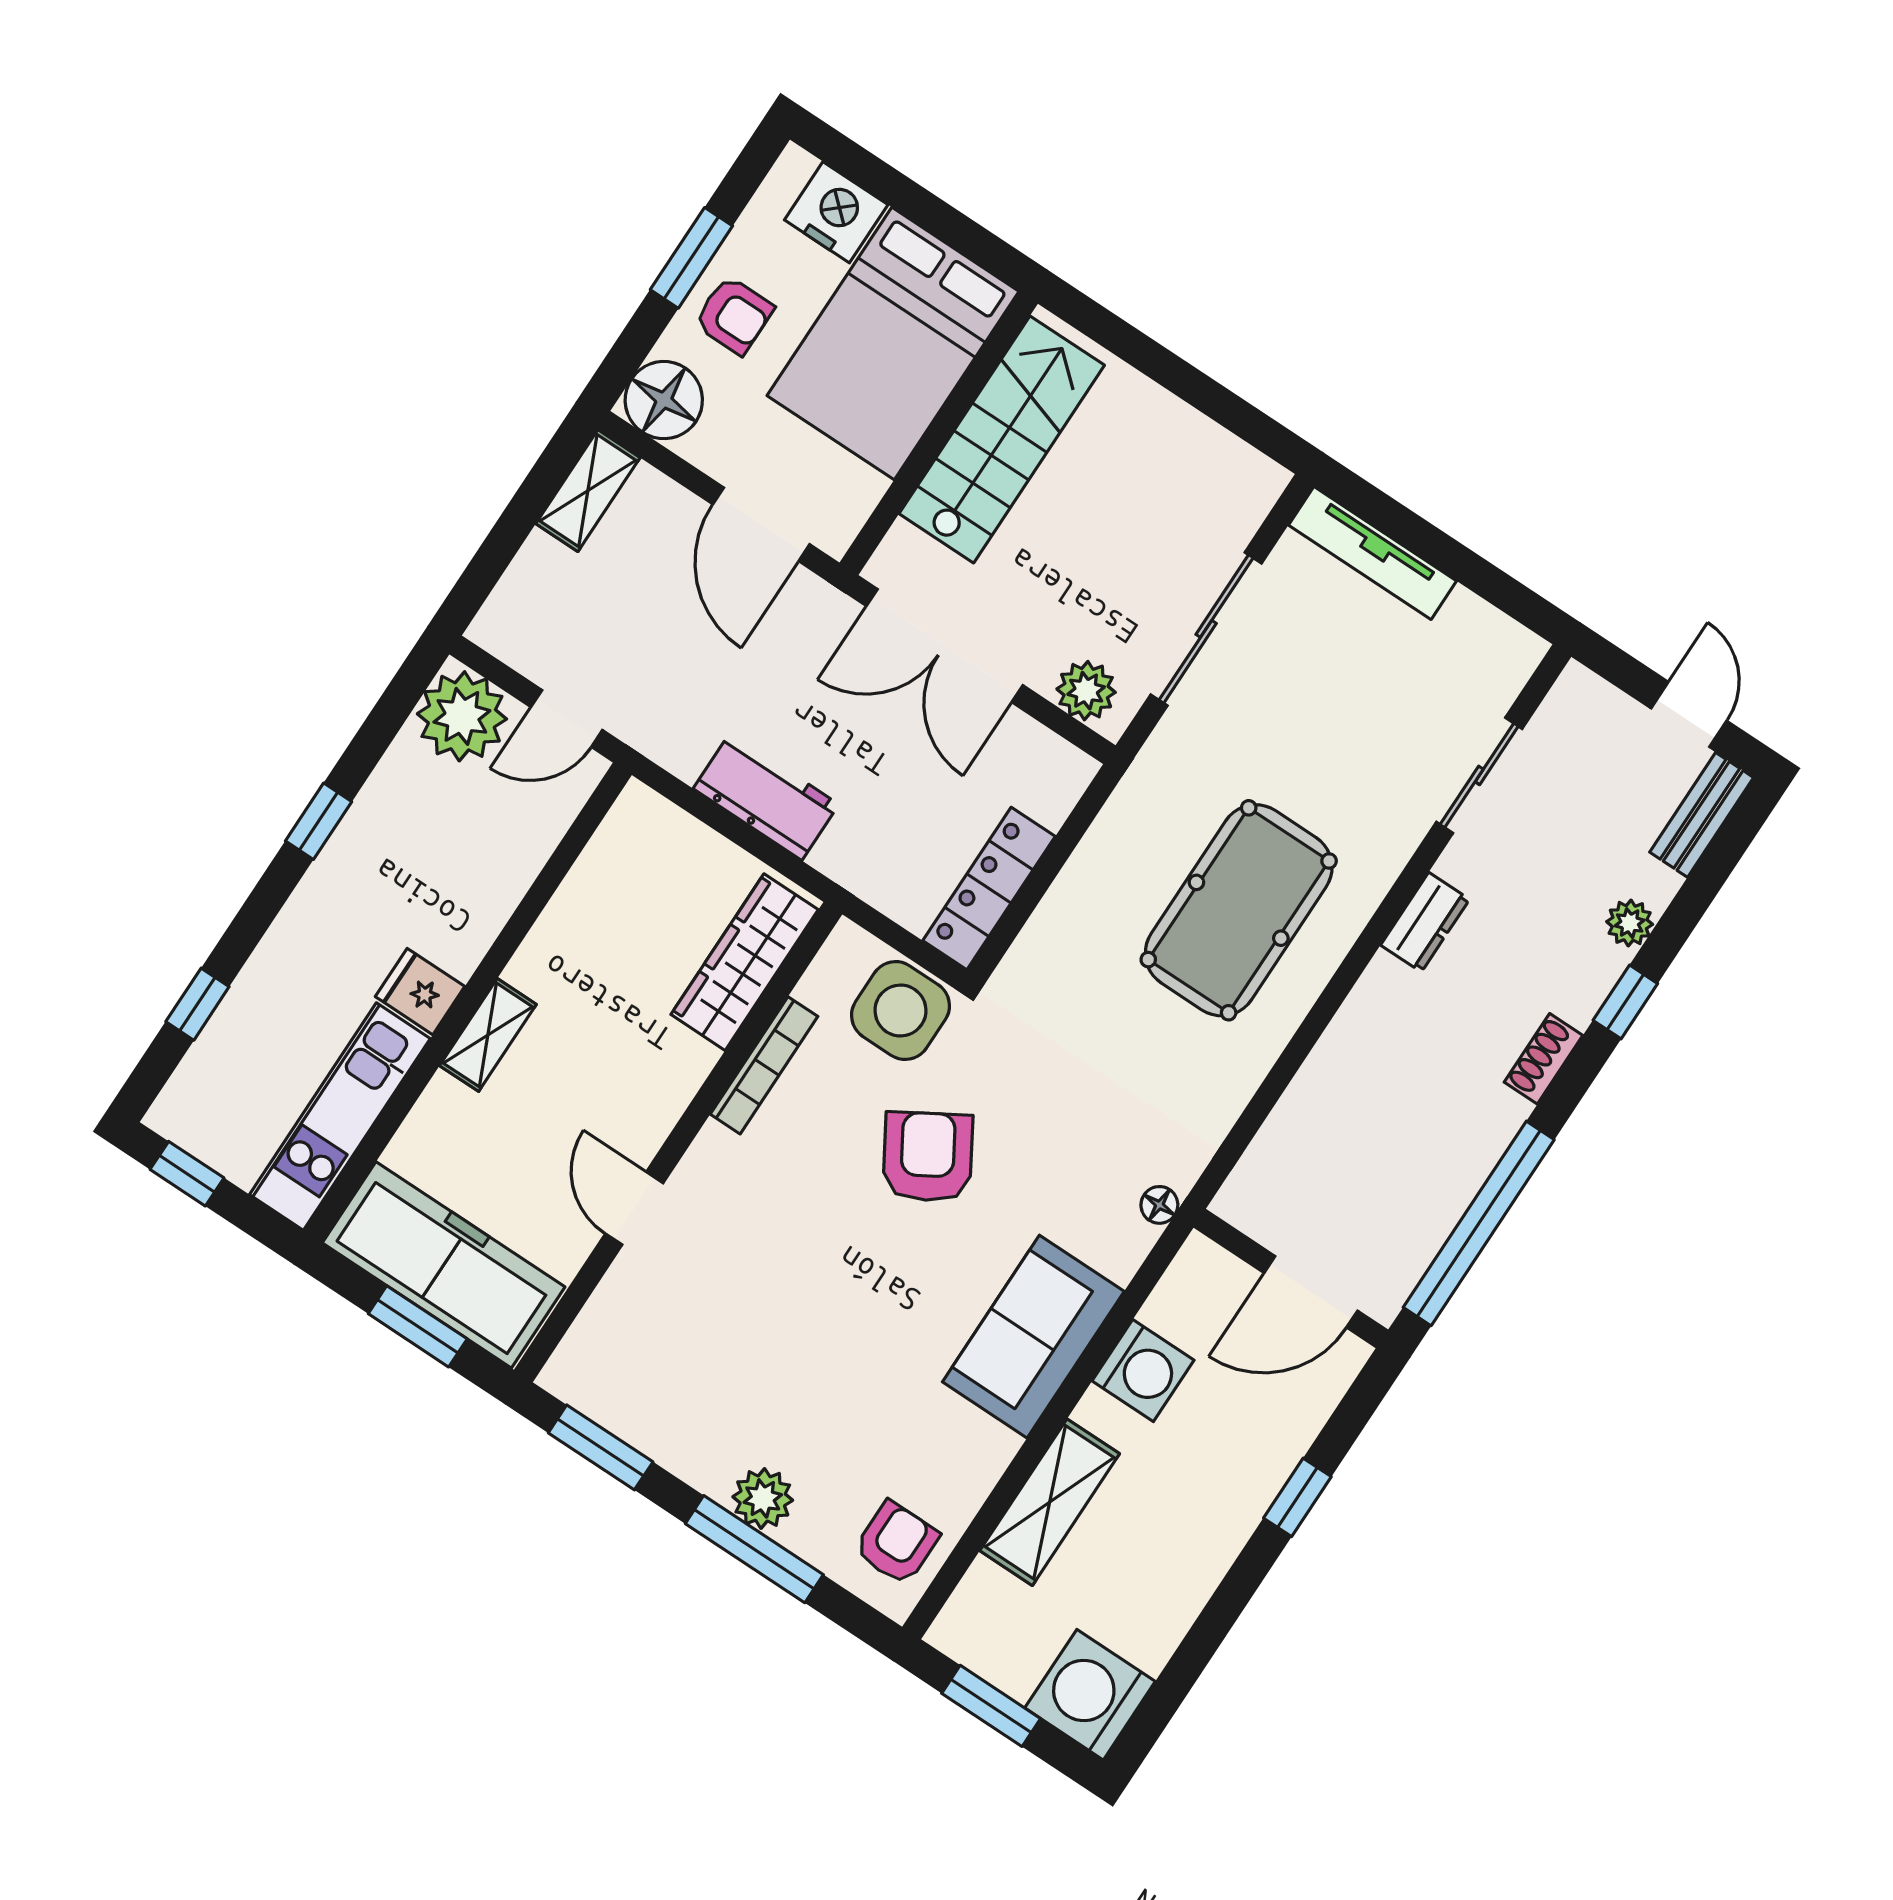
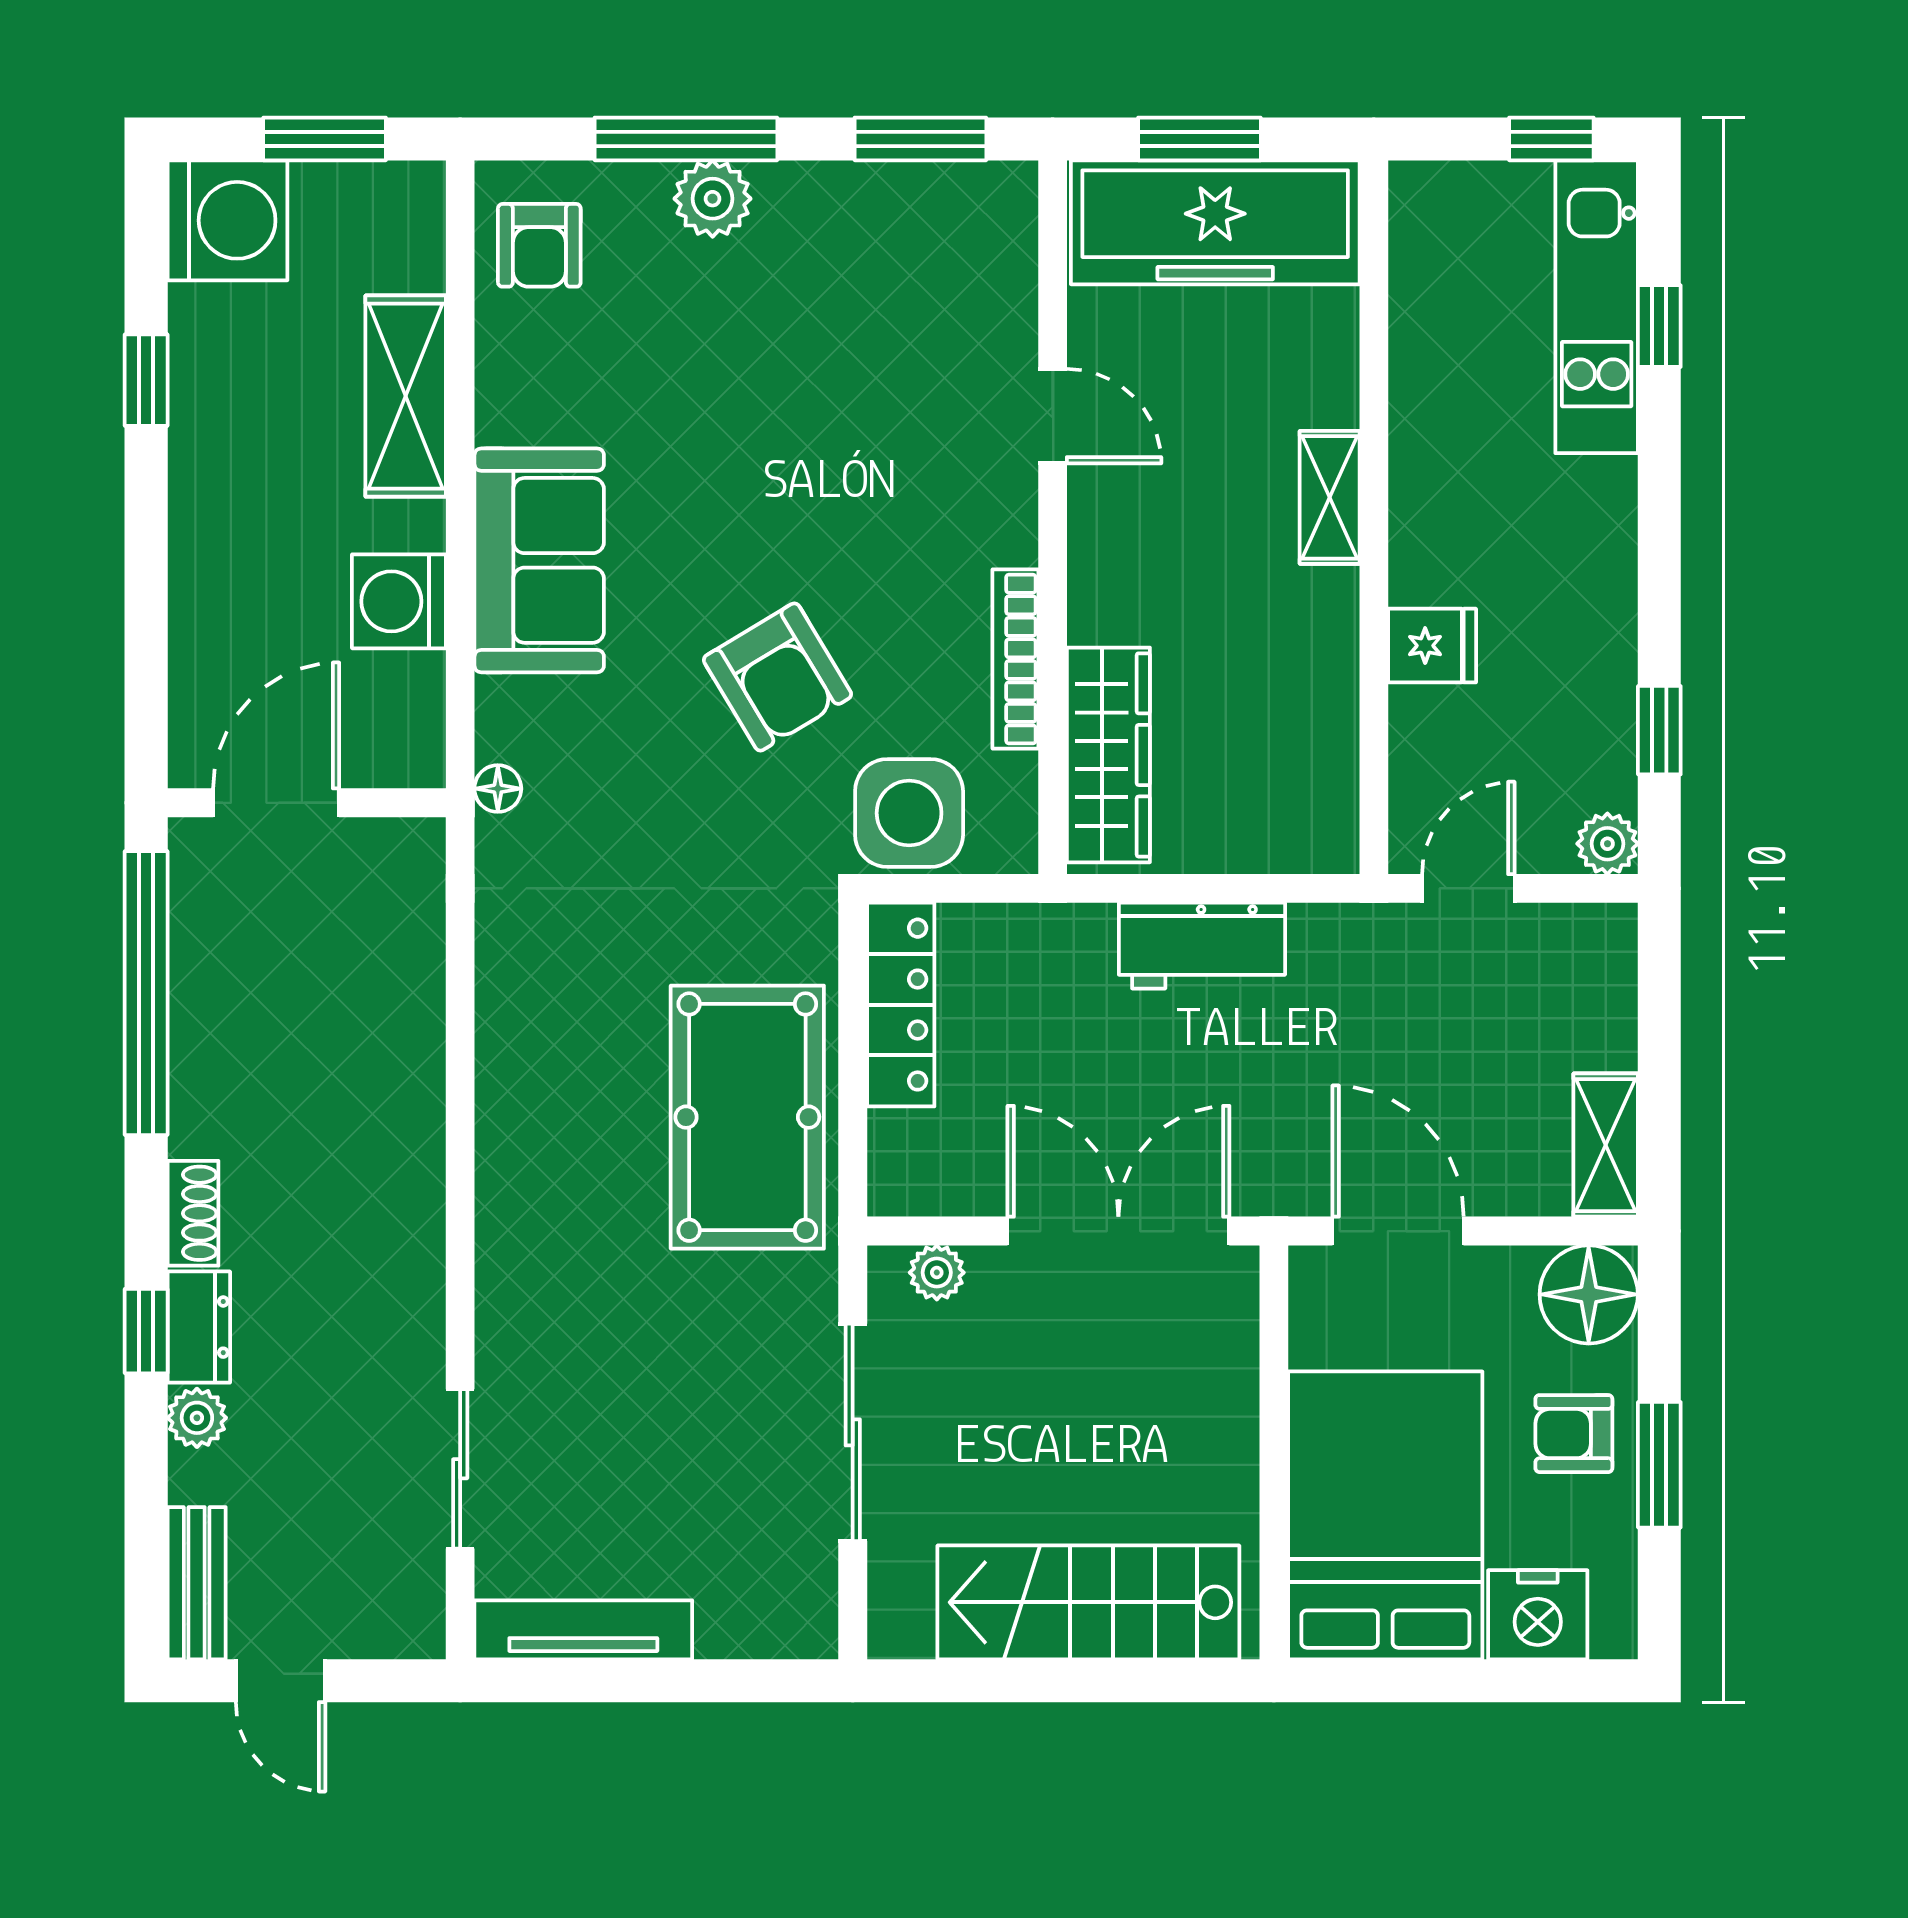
stairs: (1002, 439) -> (1088, 1602), moved, turned 90
tv unit: (1372, 553) -> (583, 1630), moved
plant: (1086, 691) -> (937, 1273), width x0.73, depth x0.73
plant: (462, 716) -> (1607, 844), width x0.53, depth x0.53
window: (319, 821) -> (1659, 730), moved
pool table: (1239, 910) -> (747, 1117), moved
dresser: (1425, 922) -> (199, 1327), moved, turned 180
fridge: (420, 992) -> (1432, 646), moved
kitchen unit: (340, 1117) -> (1597, 307), moved, turned 180
window: (1297, 1497) -> (146, 380), moved

